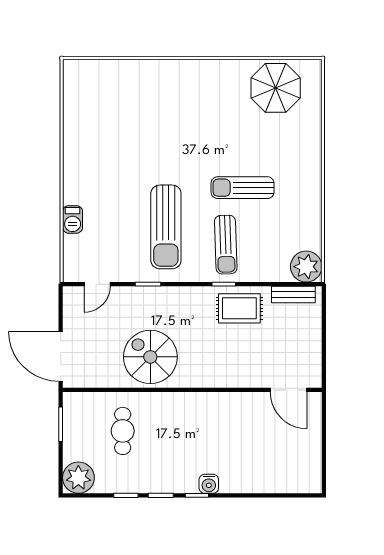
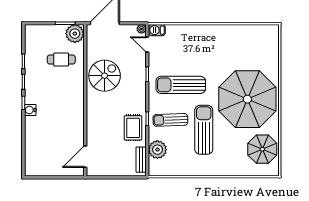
parasol: (190, 113) -> (247, 99), added
sun lounger: (243, 188) -> (204, 130), width x1.36, depth x1.34
barbecue: (73, 219) -> (157, 30), moved
plant: (306, 267) -> (157, 150), moved
plant: (70, 294) -> (141, 29), added
plant: (78, 478) -> (75, 34), moved

